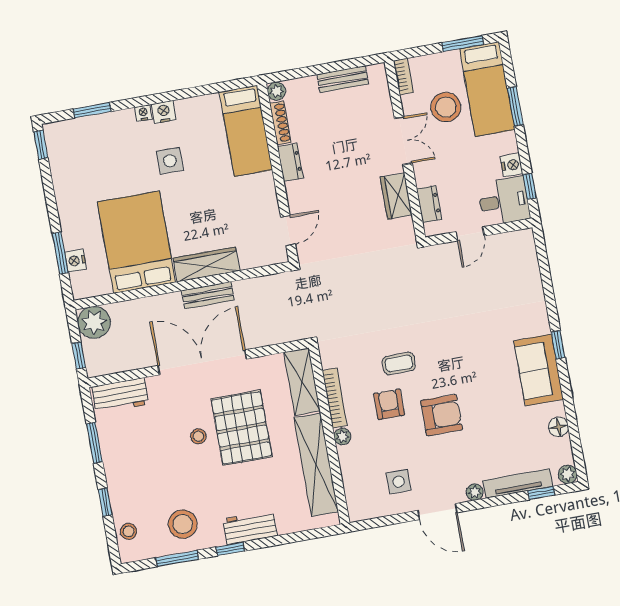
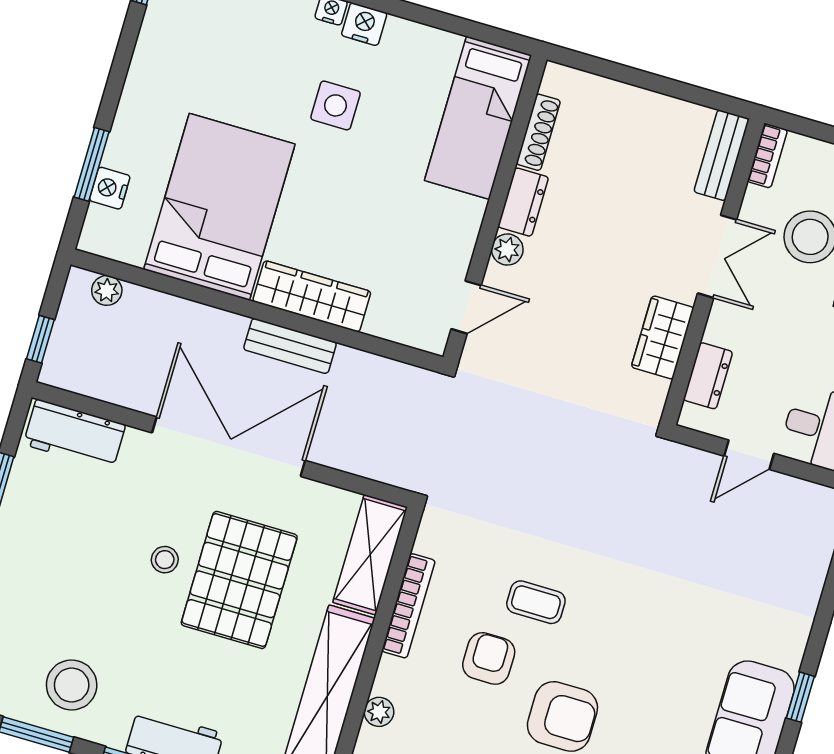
bench: (343, 79) -> (722, 155), moved, turned 90
plant: (276, 91) -> (507, 250), moved
plant: (94, 322) -> (107, 290), width x0.53, depth x0.53
plant: (342, 437) -> (379, 712), moved

